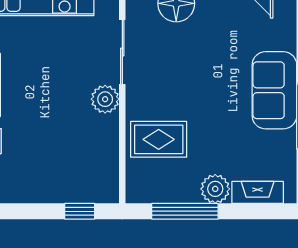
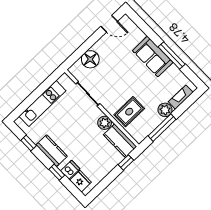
plant: (105, 99) -> (105, 123), moved
kitchen counter: (102, 170) -> (120, 141), added

